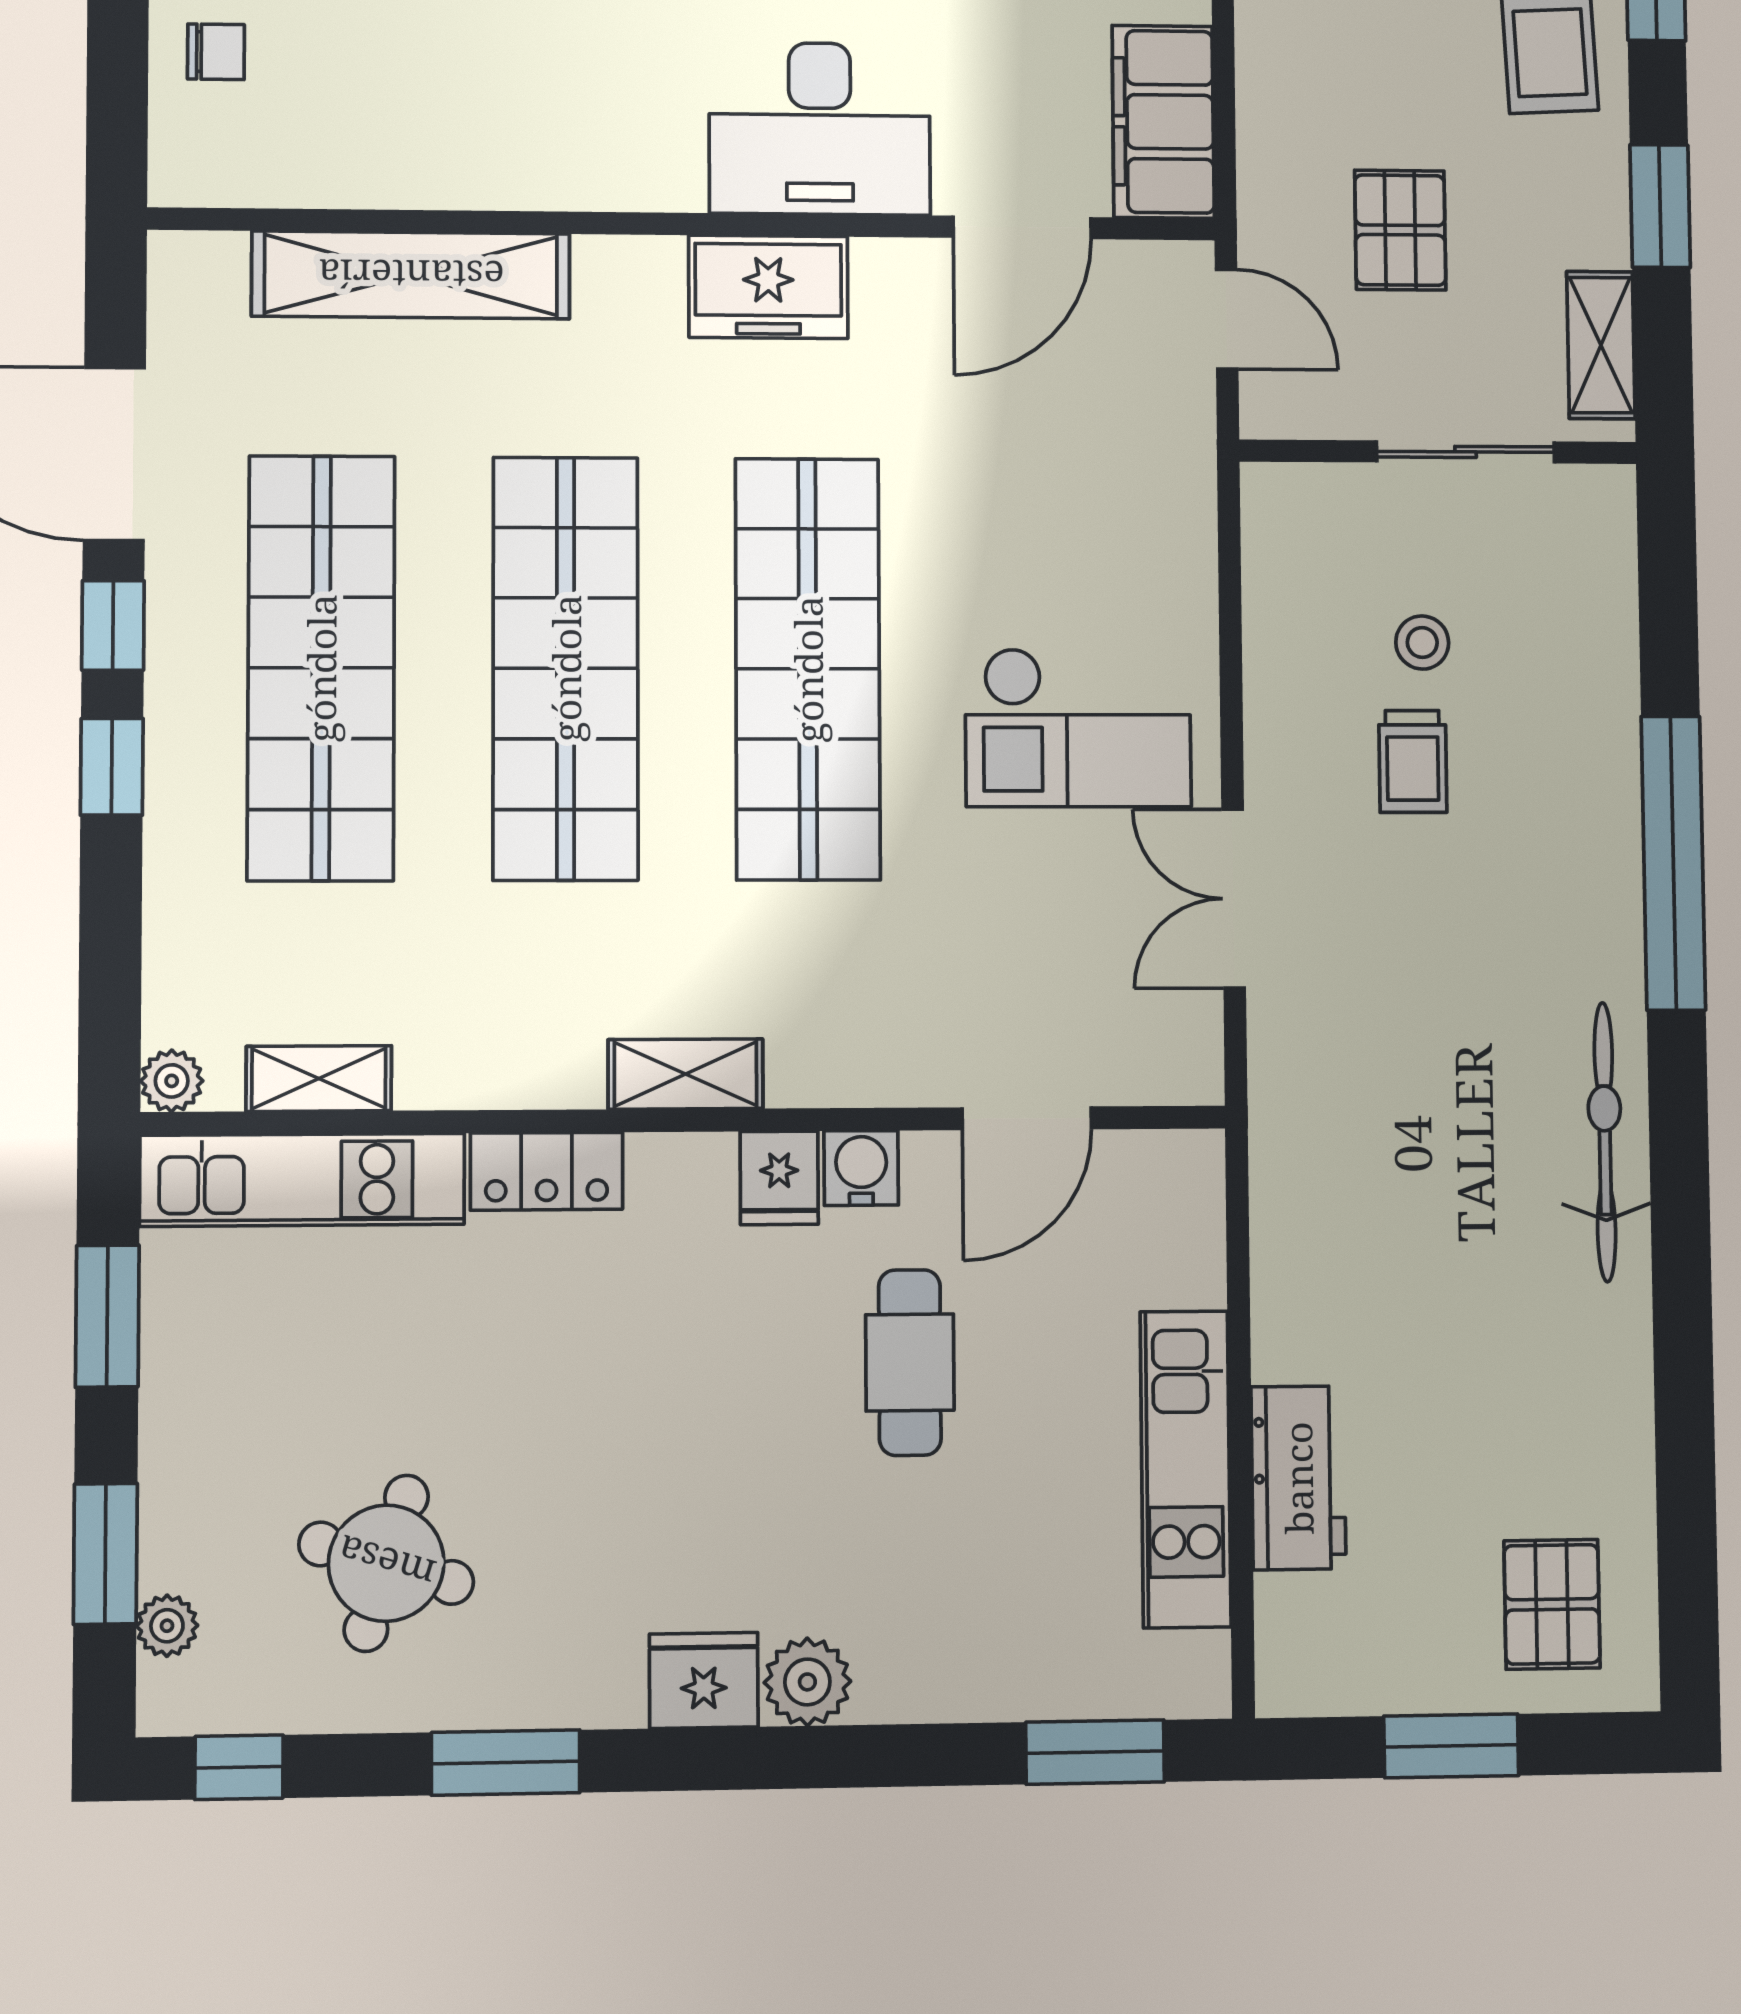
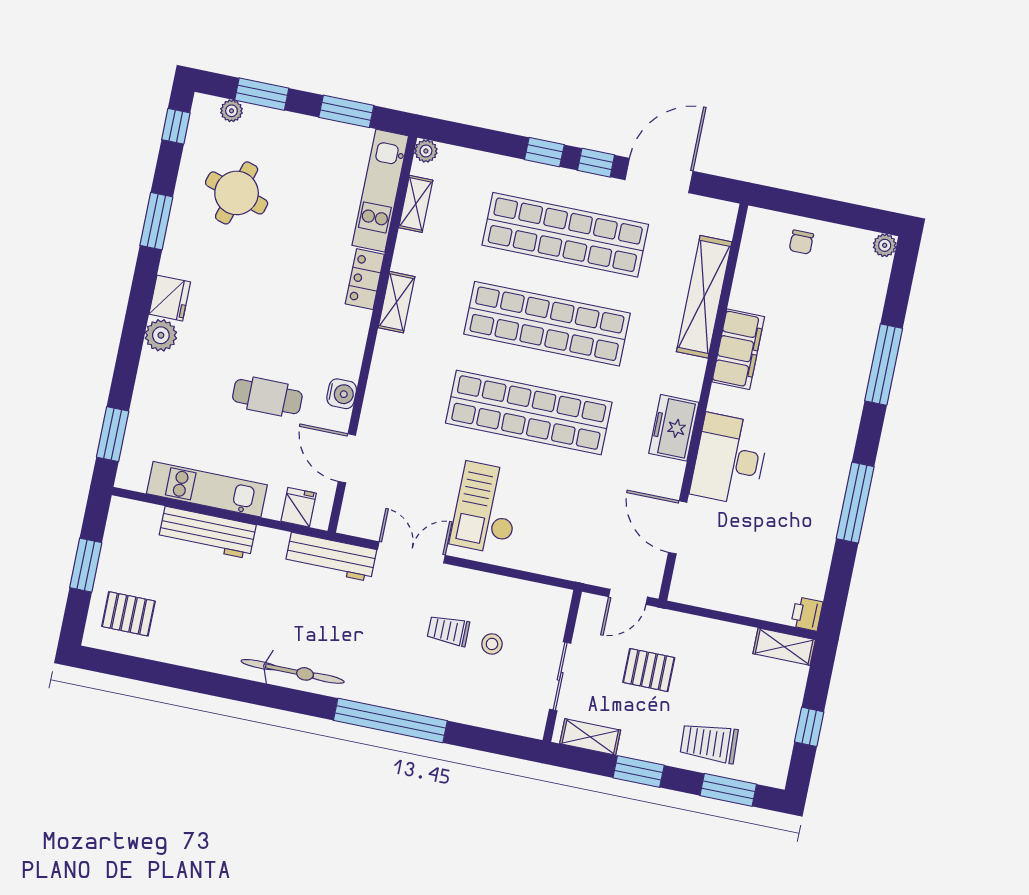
filing cabinet: (1163, 122) -> (738, 349), moved, turned 90
shelving: (686, 1074) -> (396, 302), moved
workbench: (1291, 1106) -> (331, 557), added
fridge: (779, 1178) -> (299, 507), moved, turned 90
workbench: (1298, 1478) -> (207, 533), width x1.38

